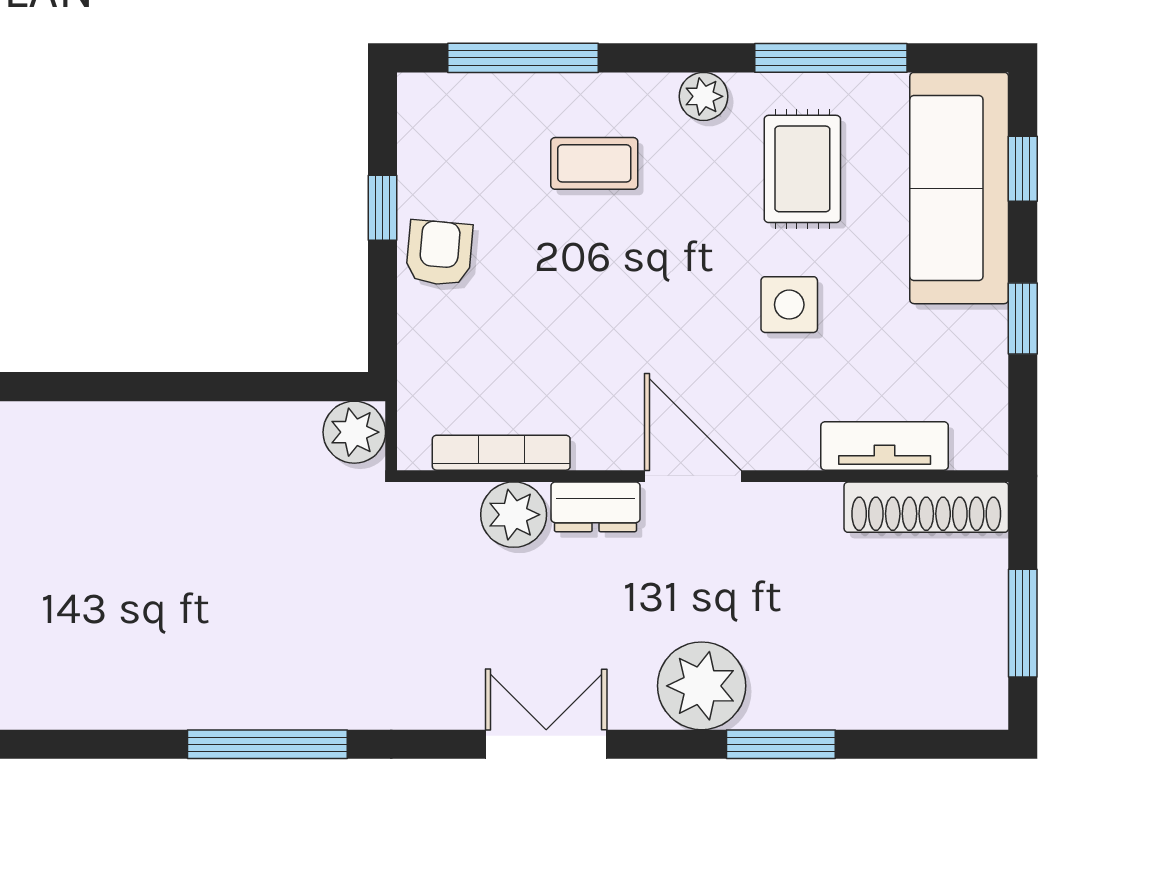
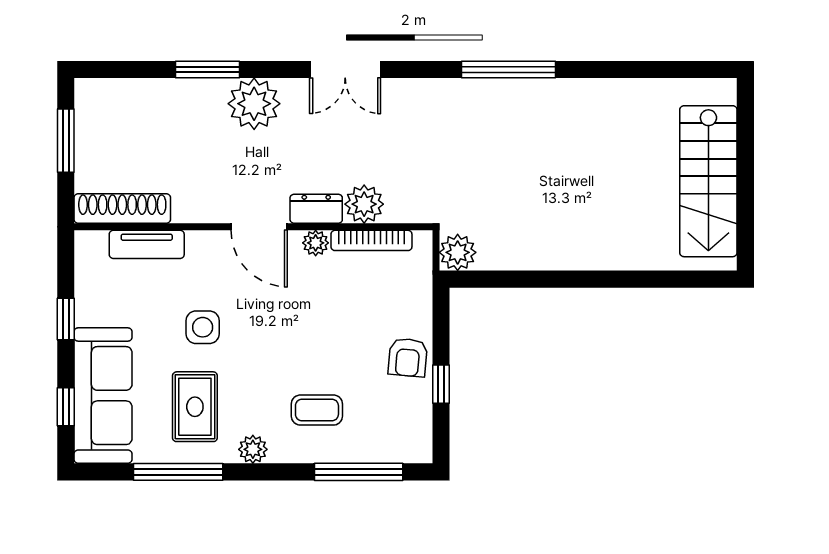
plant: (597, 448) -> (316, 243), added

